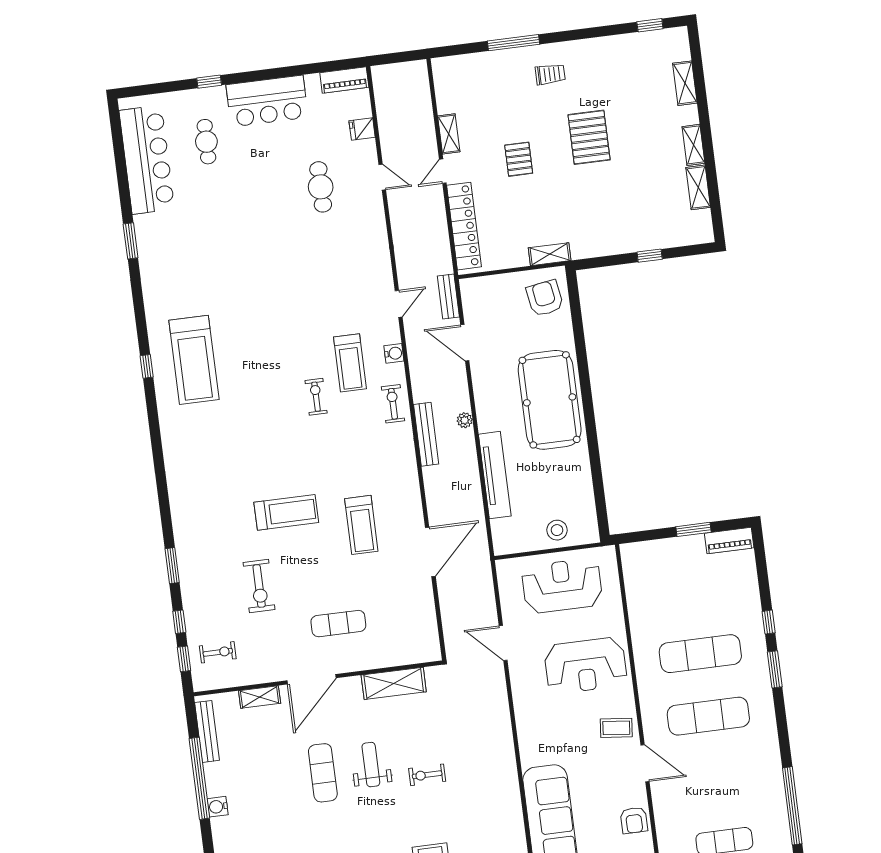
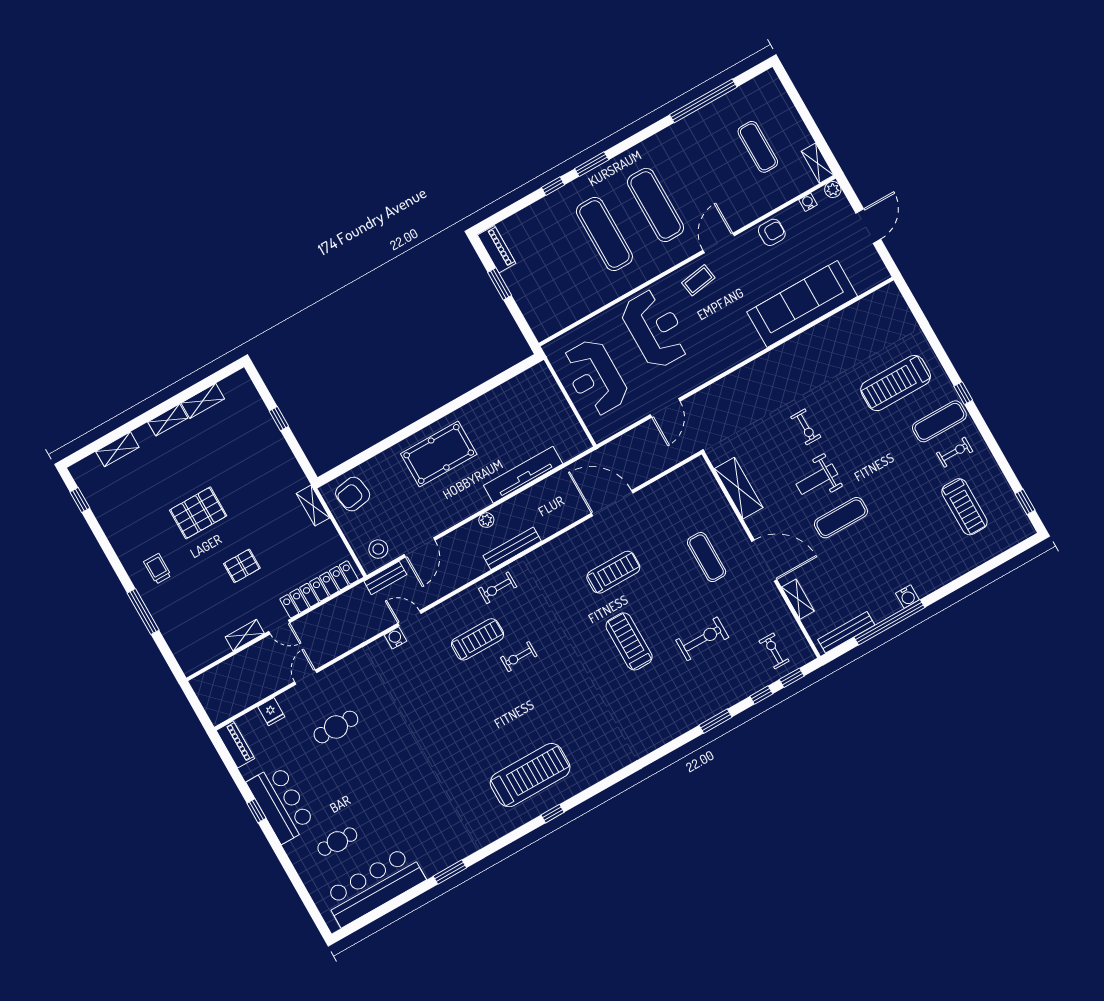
window: (209, 82) -> (256, 811), moved
water cooler: (394, 353) -> (395, 638), moved
pool table: (550, 400) -> (439, 454), width x0.73, depth x0.76
stool: (557, 530) -> (378, 549), moved
coffee table: (616, 728) -> (698, 280), turned 75

